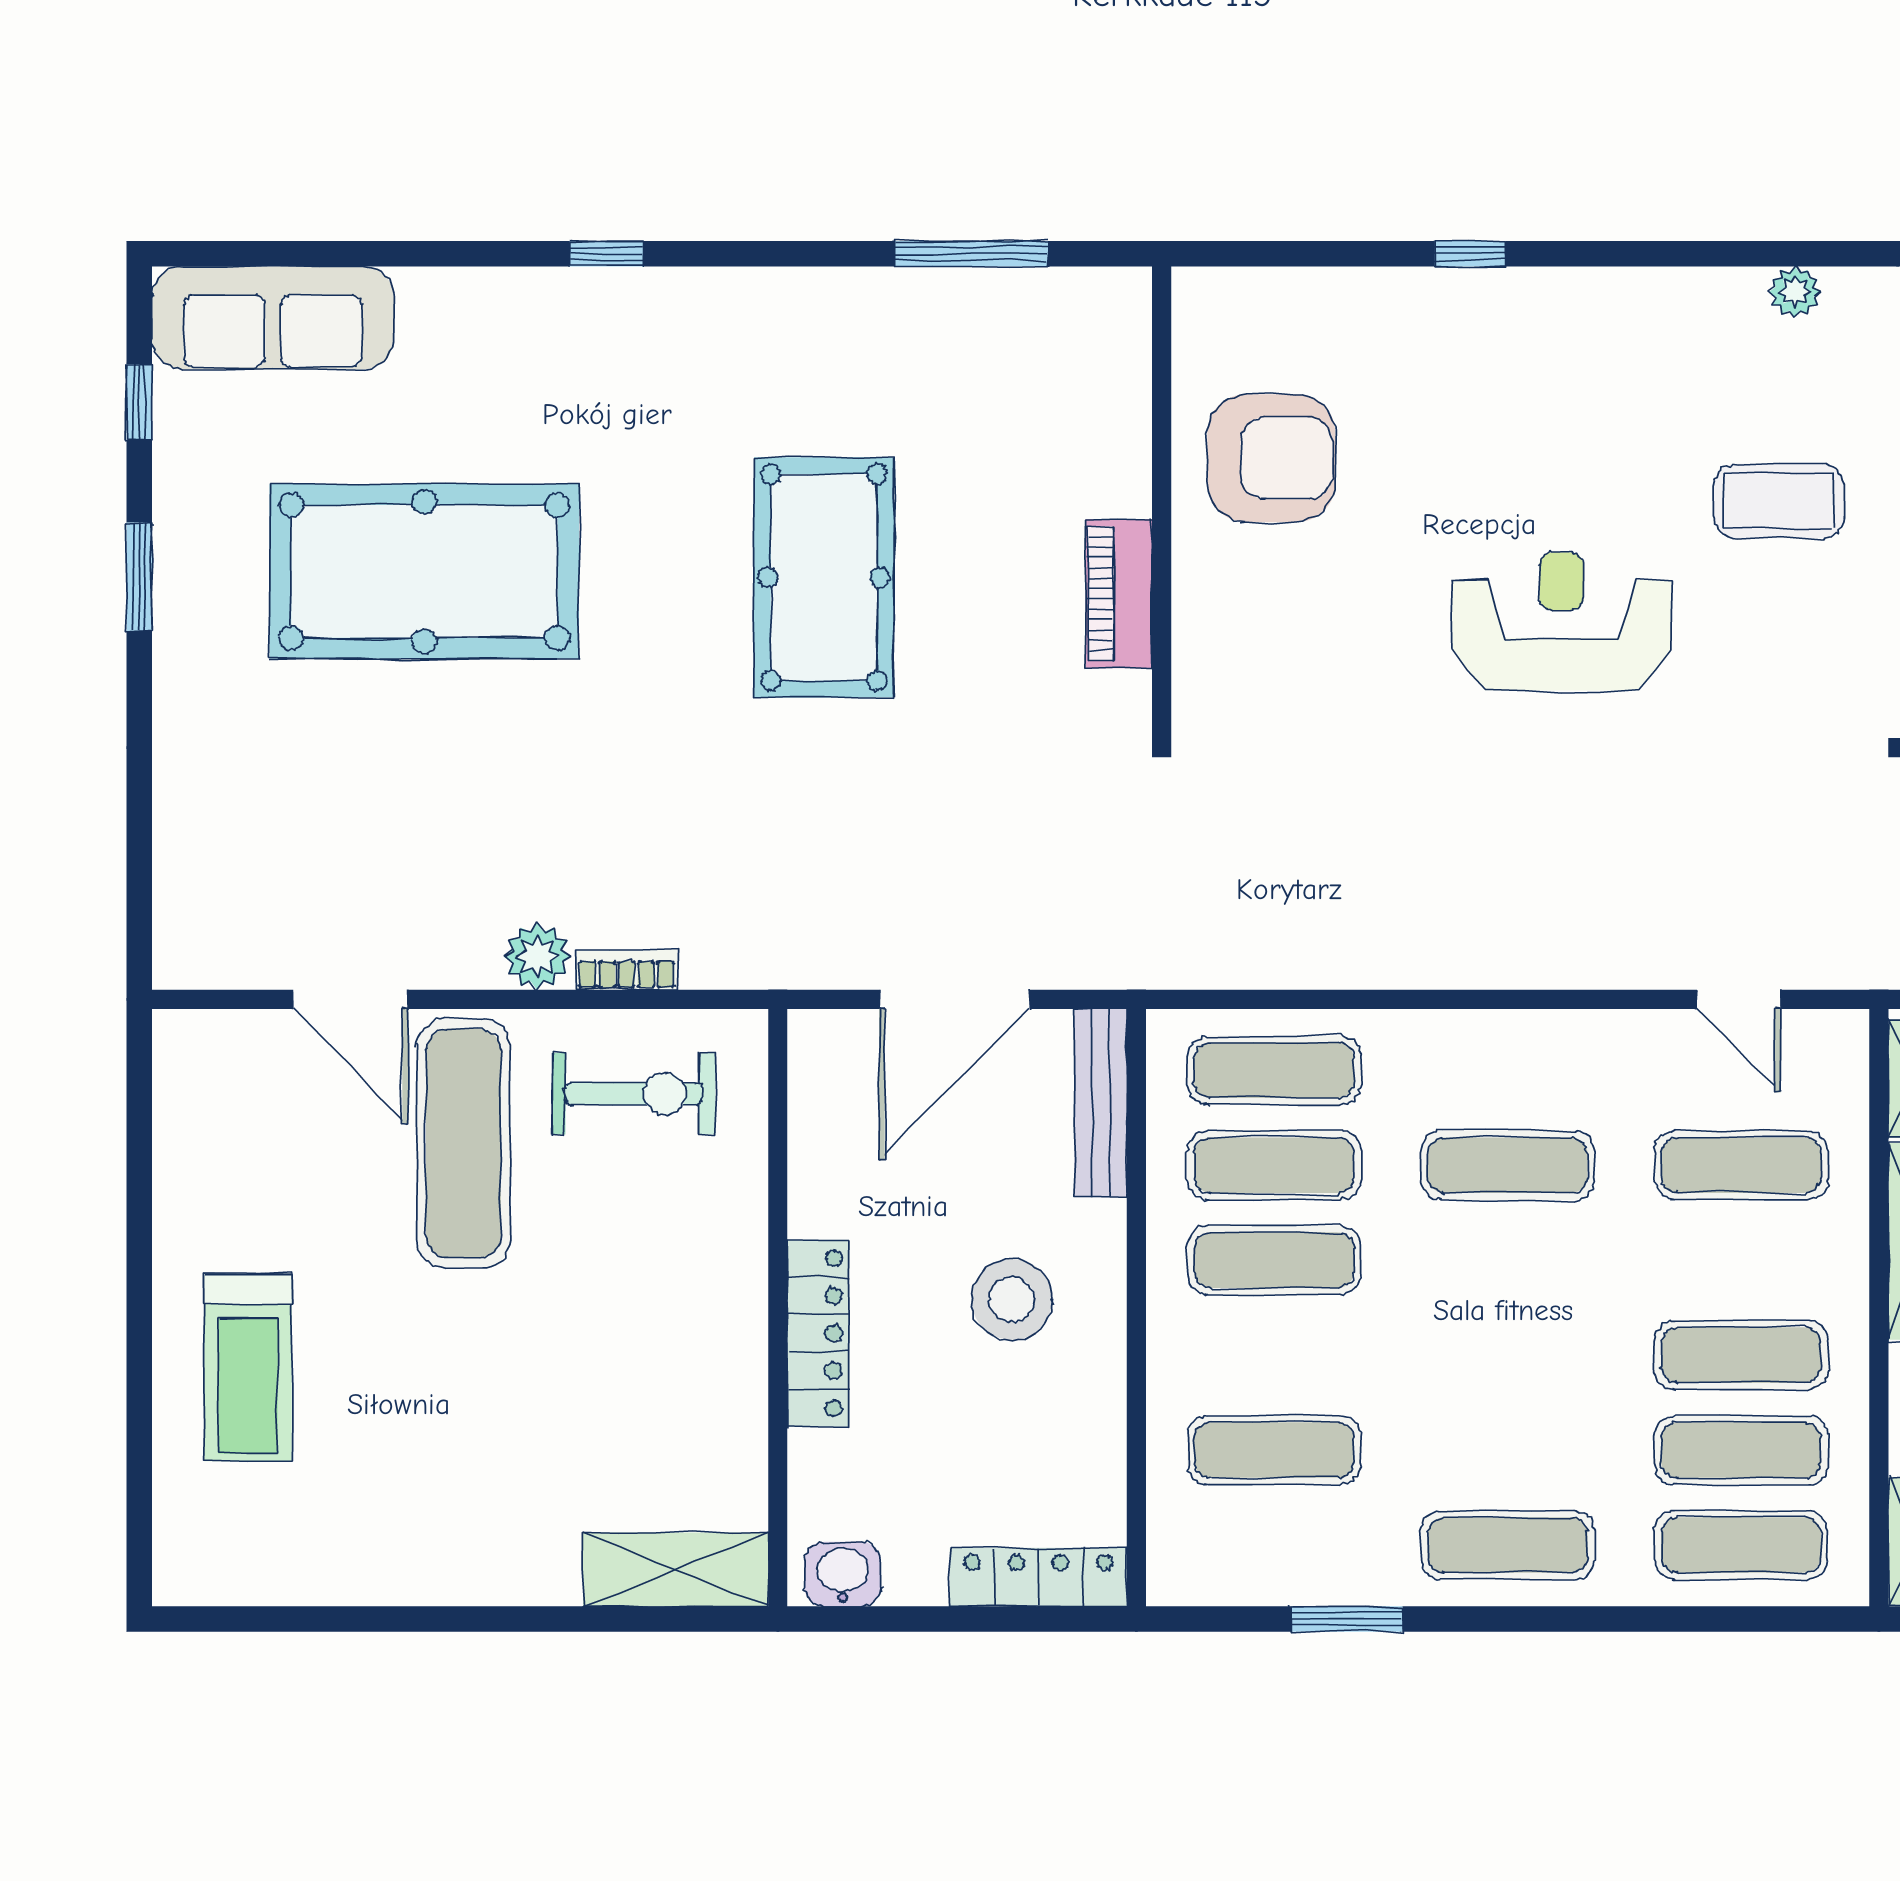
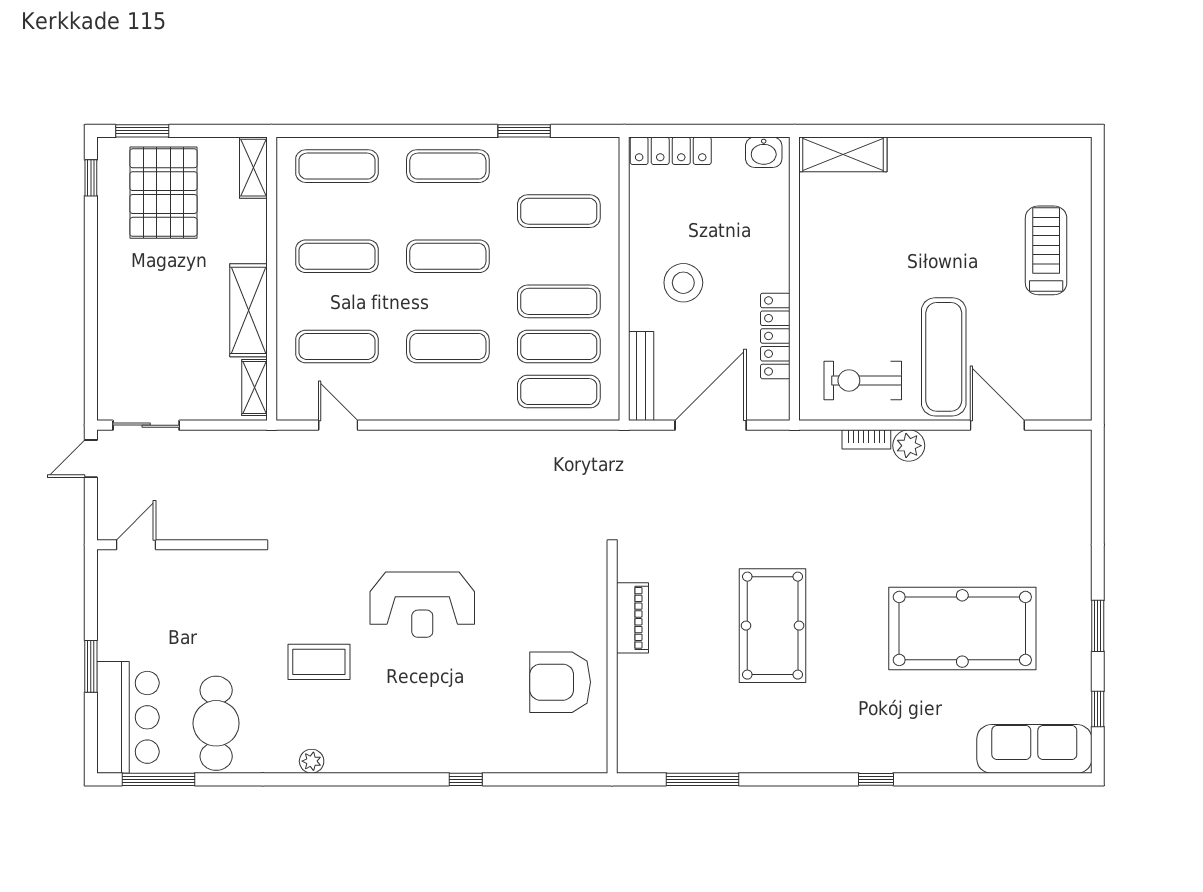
locker: (818, 1333) -> (775, 336), moved
exercise mat: (1741, 1450) -> (448, 256), moved

